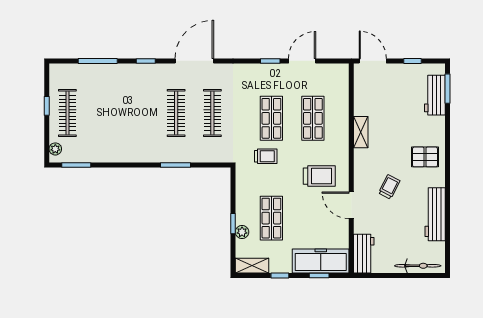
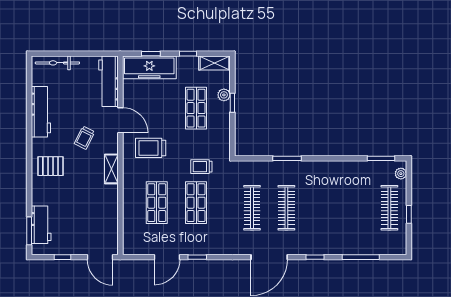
shelving: (361, 132) -> (111, 169), moved
workbench: (364, 254) -> (109, 81), width x1.38

